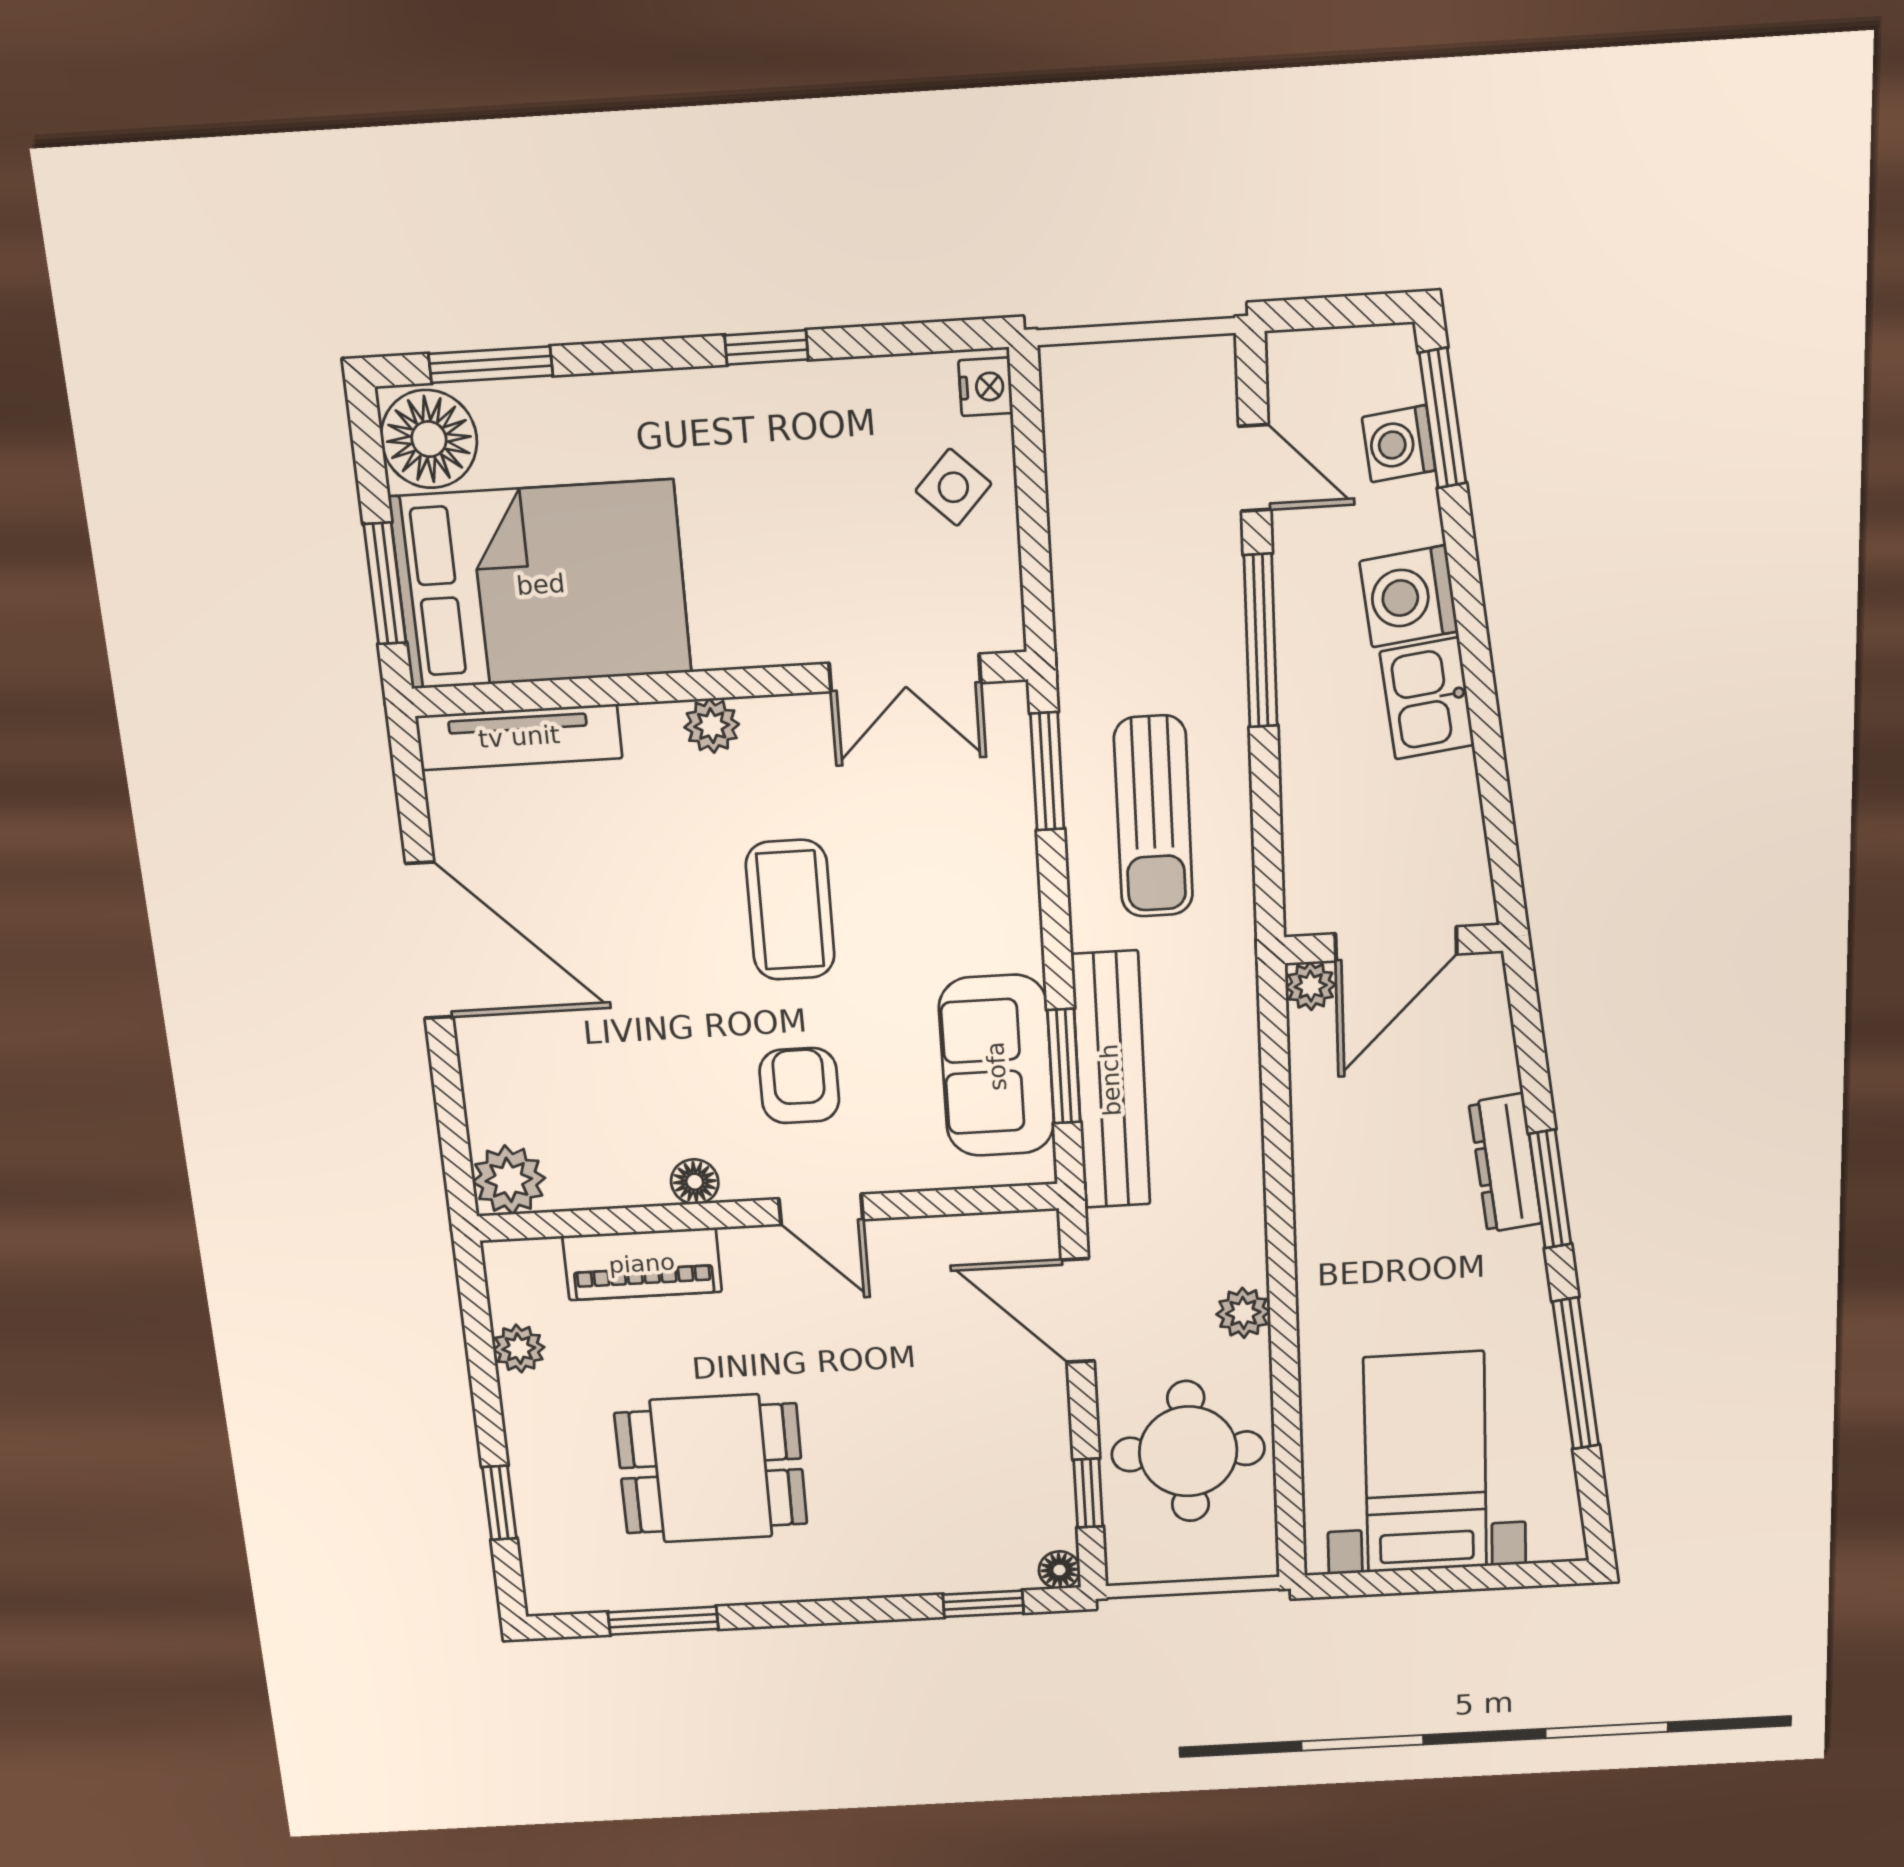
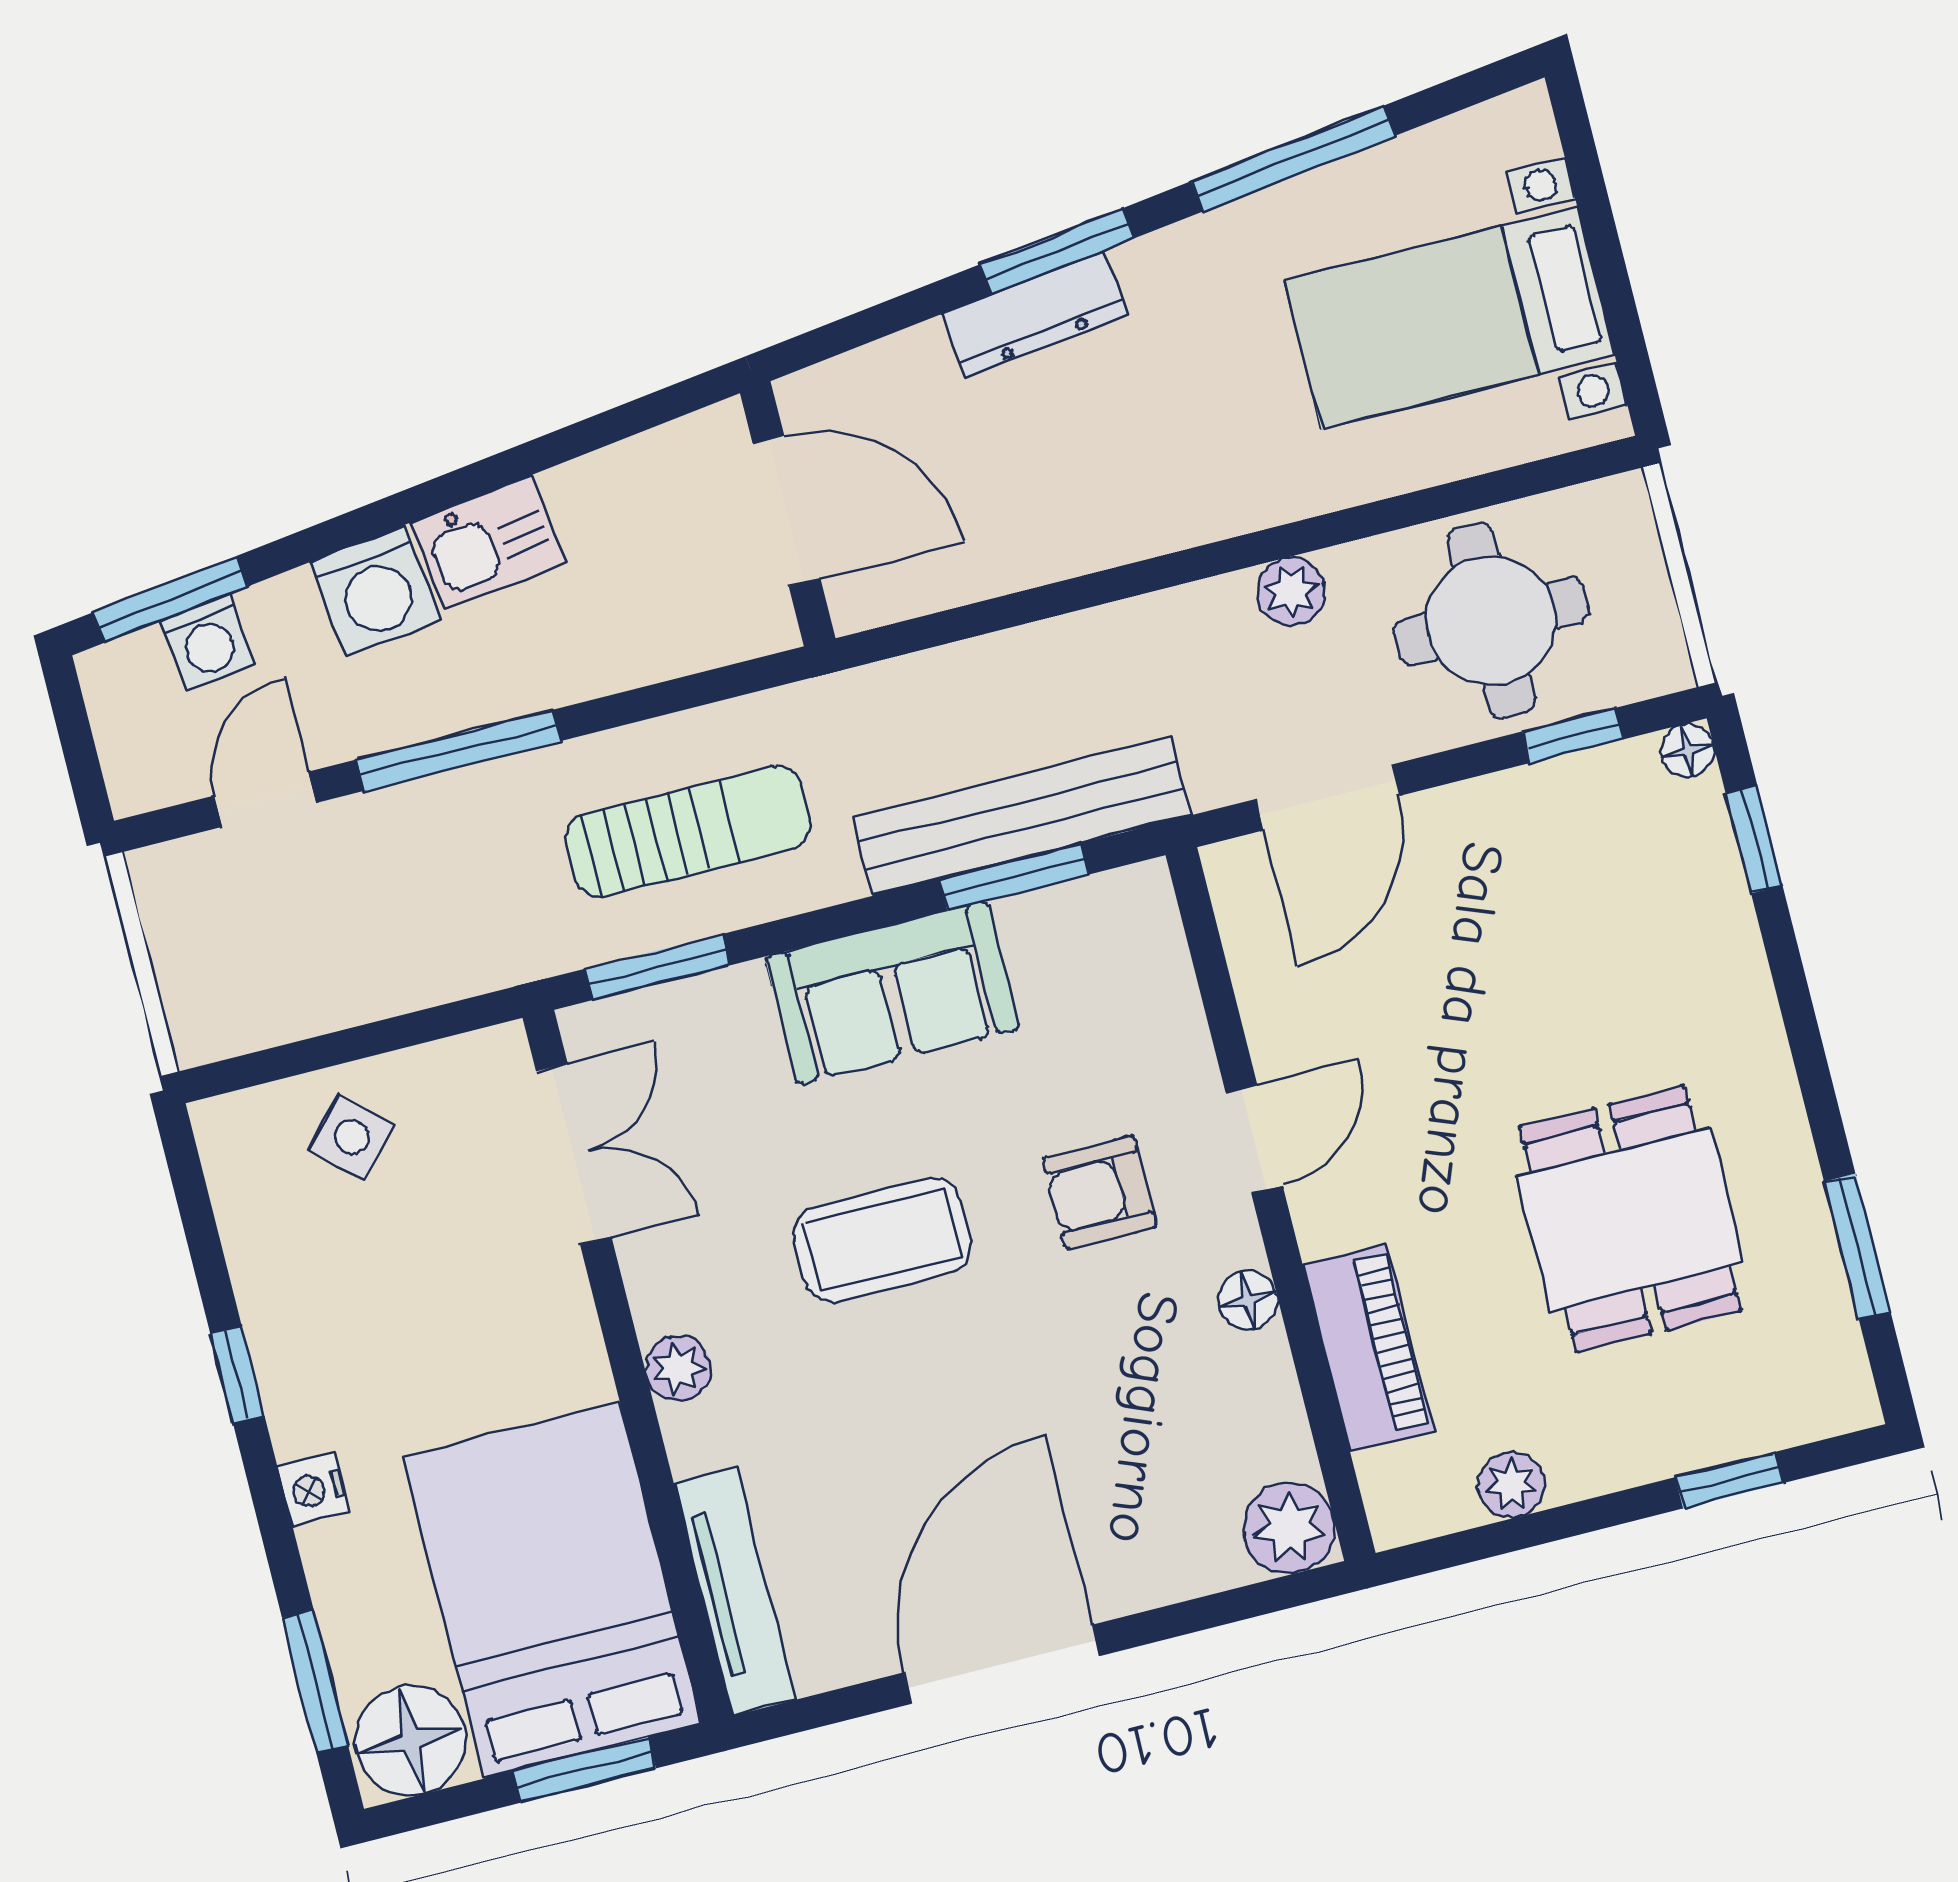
nightstand: (986, 387) -> (313, 1490), moved, turned -90
plant: (1311, 986) -> (858, 601), removed
sofa: (997, 1066) -> (892, 993), moved

